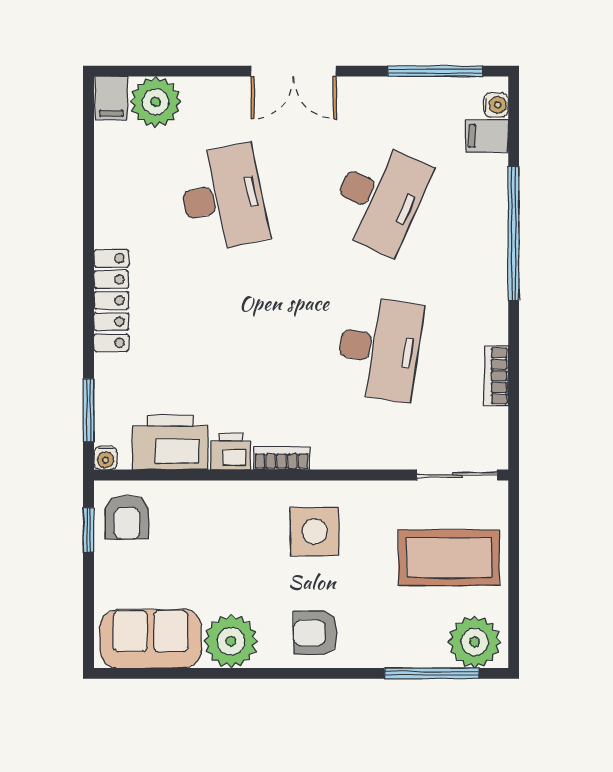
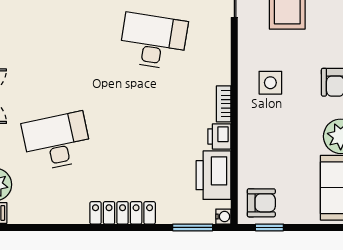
desk: (379, 198) -> (57, 41), removed
side table: (315, 531) -> (270, 83), width x0.73, depth x0.73

